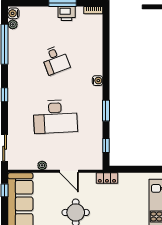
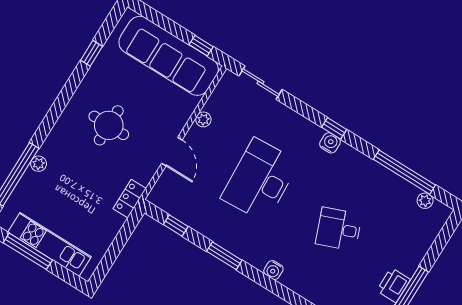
water cooler: (13, 13) -> (330, 143), moved
door: (69, 171) -> (172, 152), swing flipped

